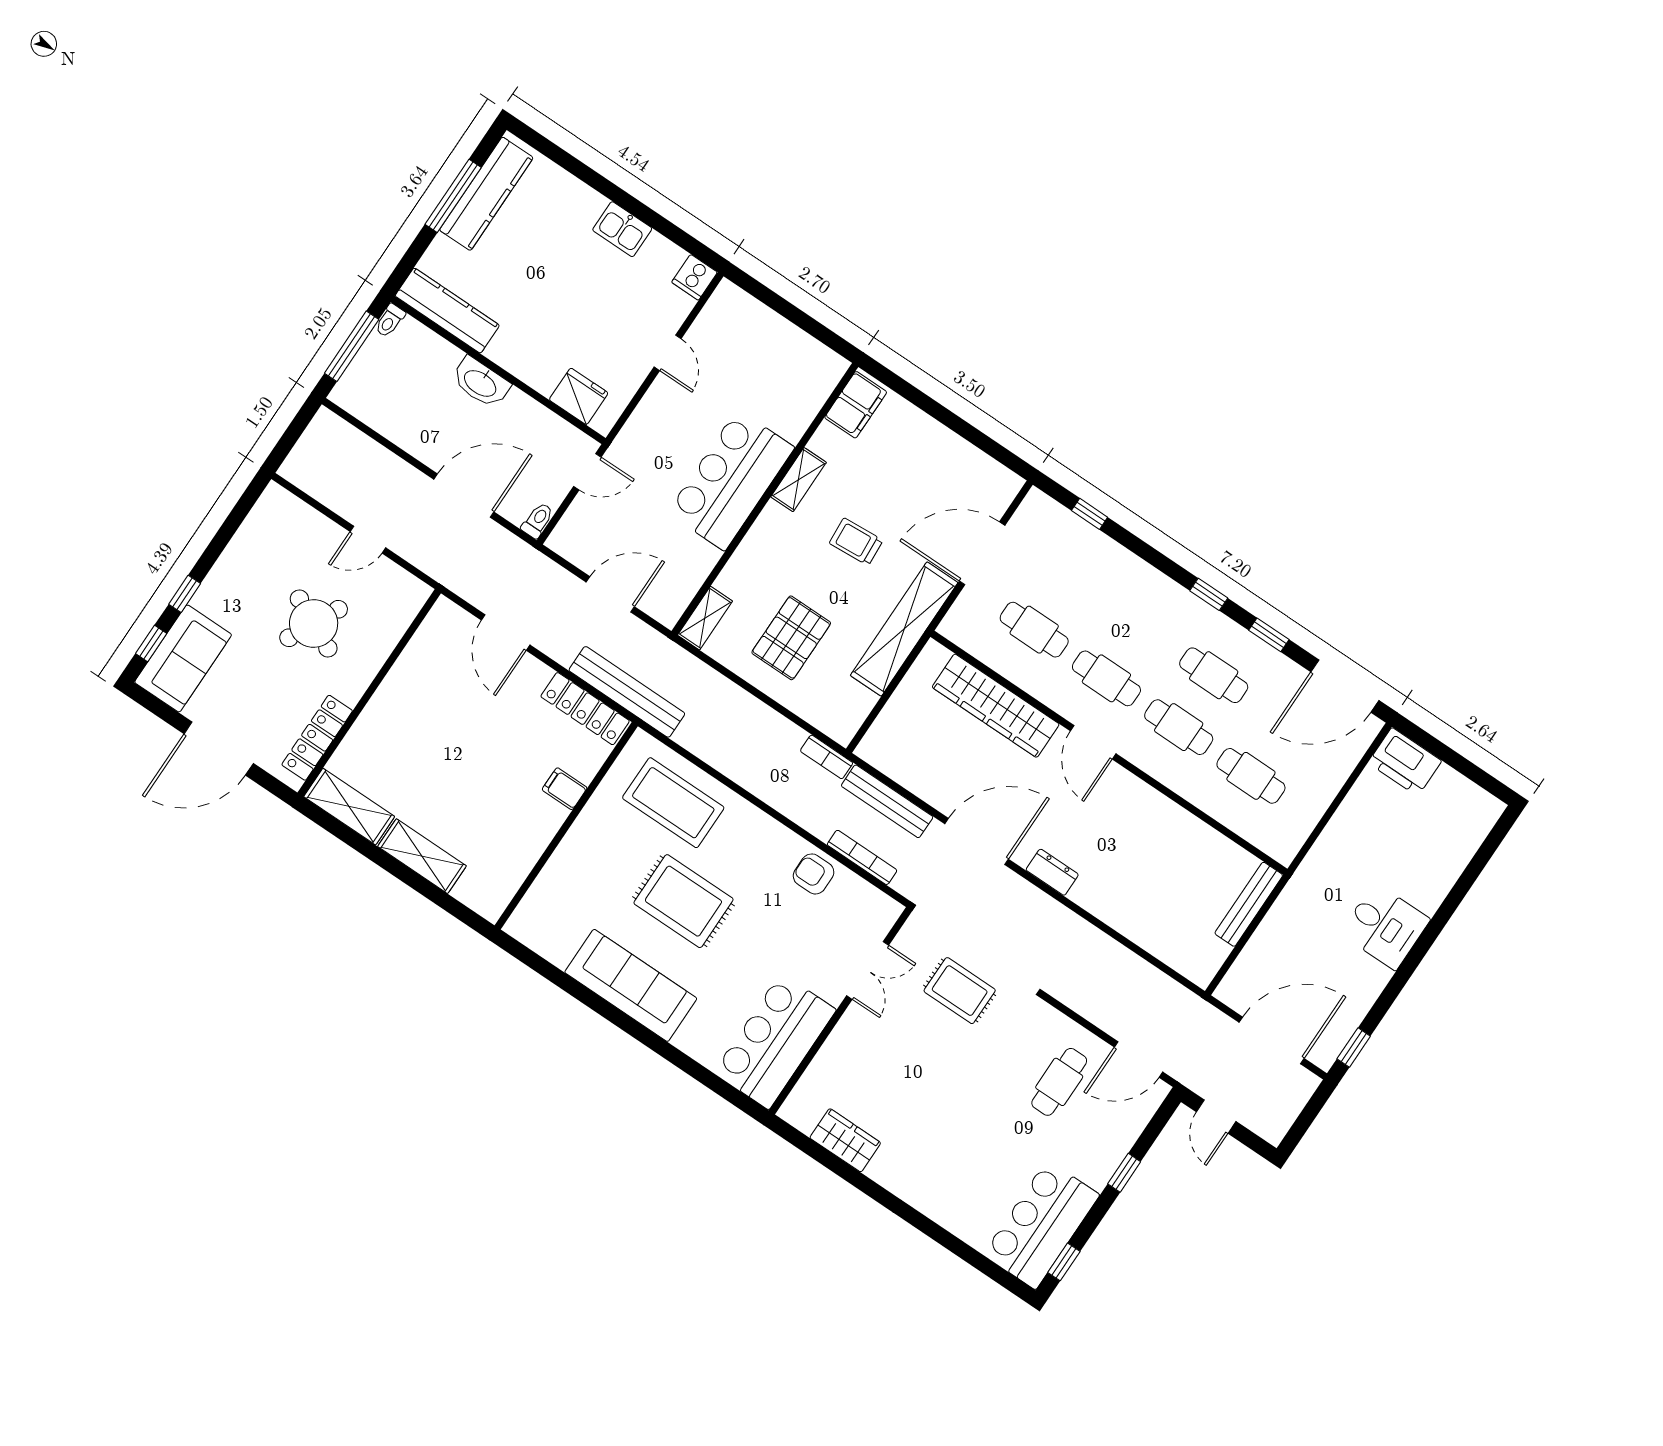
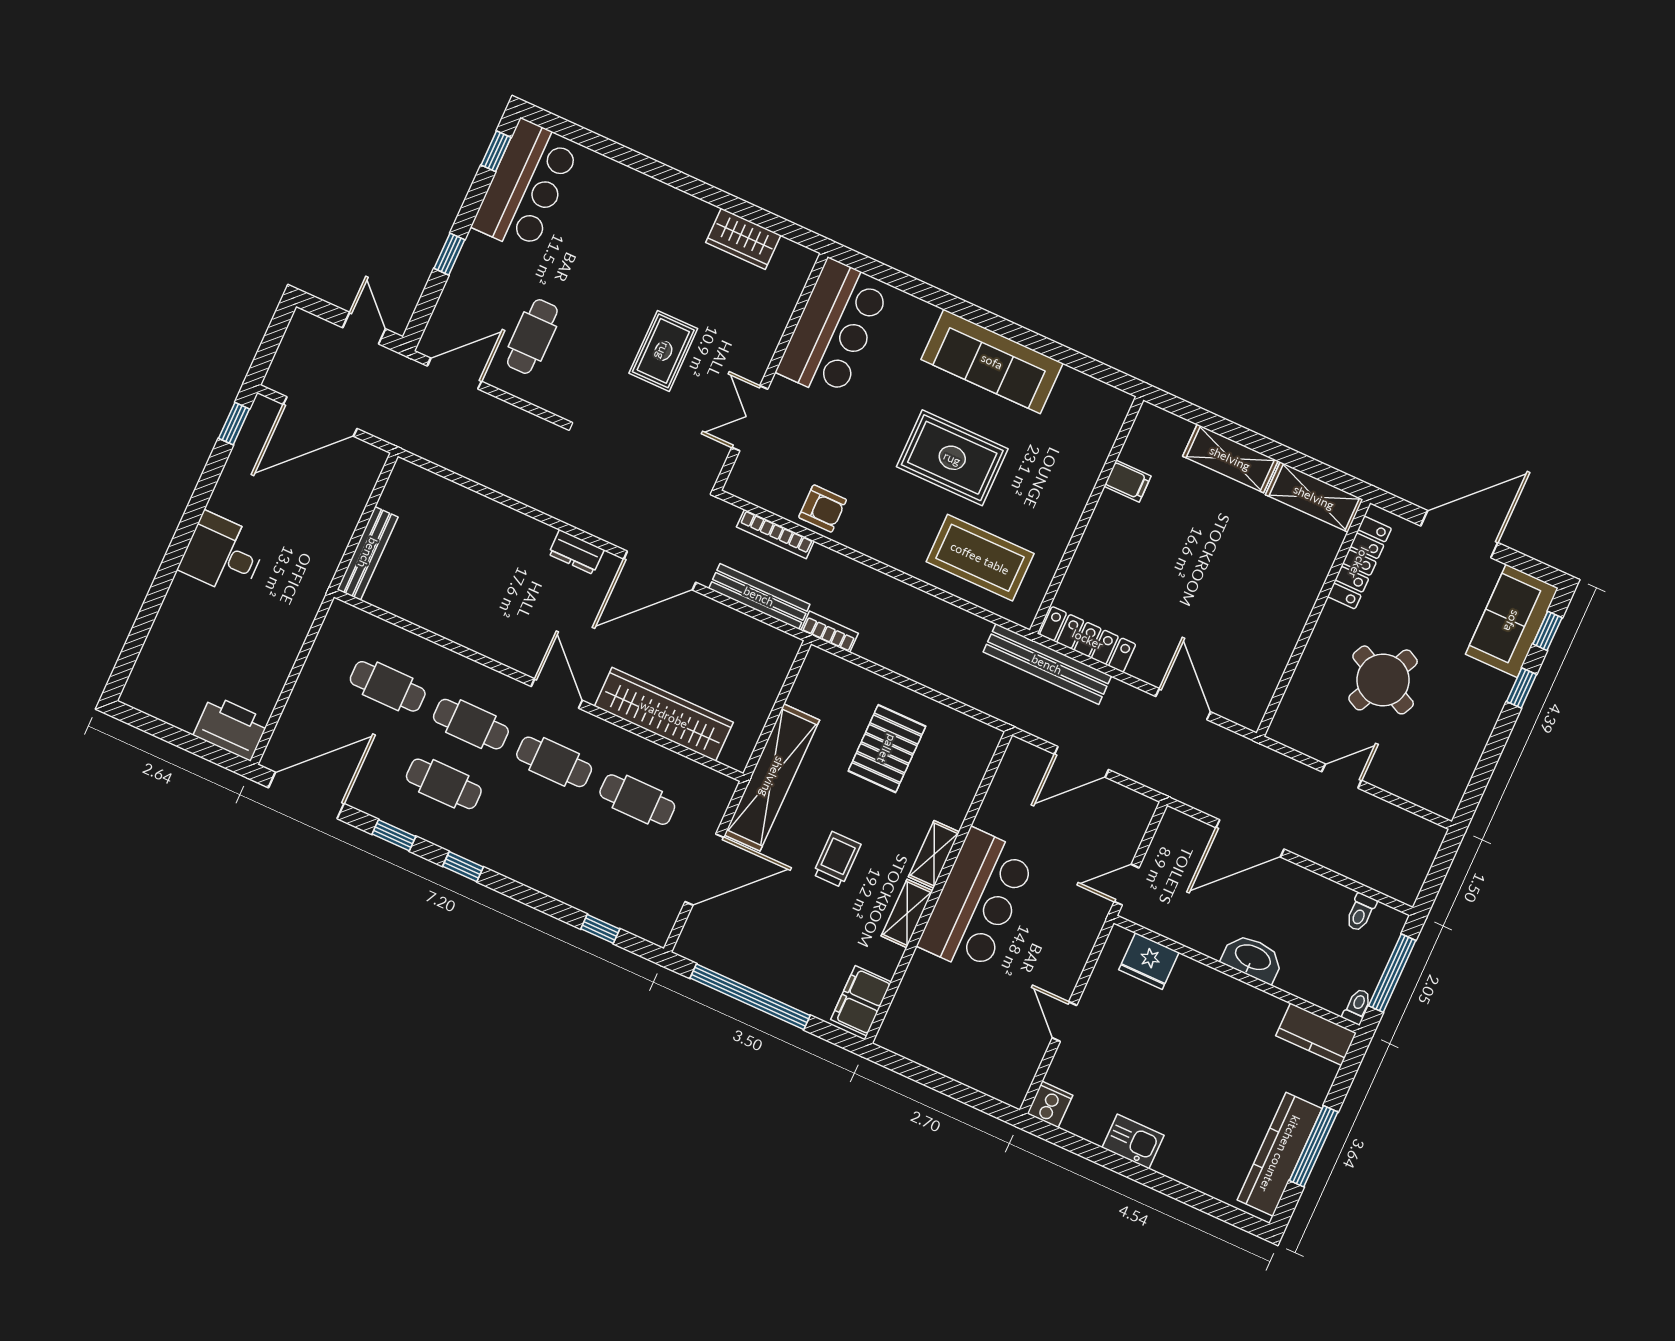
kitchen counter: (447, 311) -> (1316, 1034), width x0.67
window: (959, 426) -> (750, 997), added
toilet: (538, 520) -> (1361, 912), moved
trolley: (856, 542) -> (837, 859), turned -86
shelving: (705, 618) -> (934, 854), moved
filing cabinet: (565, 789) -> (1127, 481), moved
rug: (960, 991) -> (663, 351), moved, turned 90

